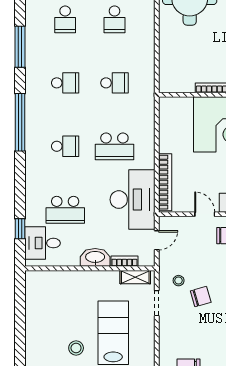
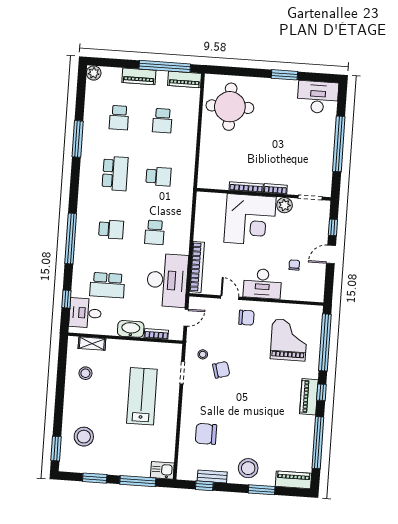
school desk: (65, 83) -> (115, 173), width x1.85
window: (20, 122) -> (71, 239), moved
school desk: (114, 146) -> (155, 232), width x0.54
shelving: (135, 277) -> (92, 344), moved
stool: (76, 348) -> (85, 373), moved

